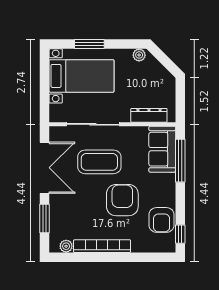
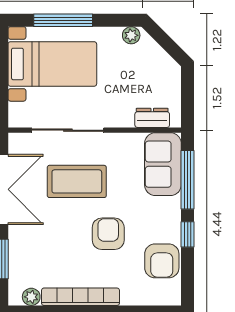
window: (89, 44) -> (63, 20), width x1.44
dresser: (149, 115) -> (152, 118), width x0.70
armchair: (122, 200) -> (108, 234), width x0.73, depth x0.73
window: (180, 234) -> (188, 234), moved

